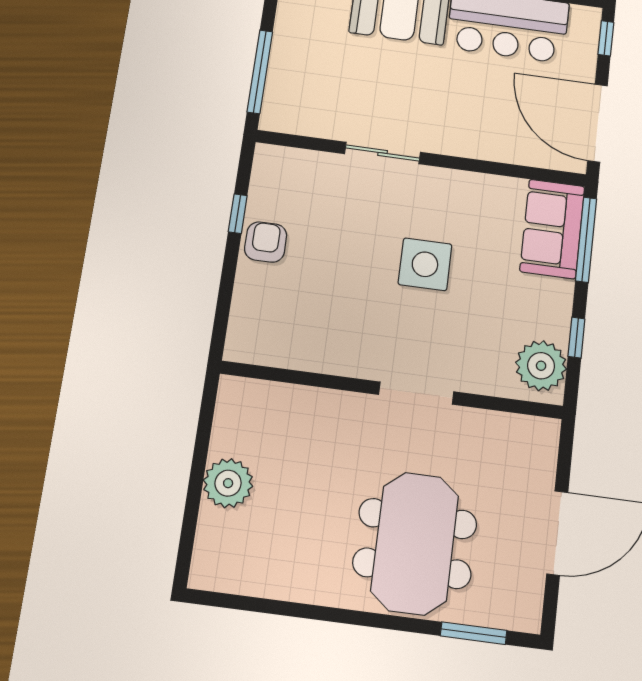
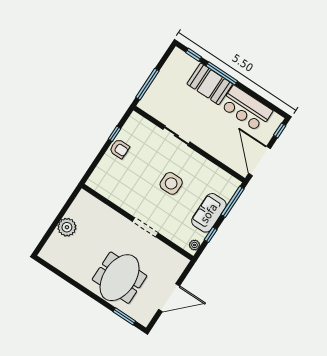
sofa: (552, 229) -> (209, 213), moved
armchair: (266, 242) -> (119, 149), turned 90
plant: (541, 366) -> (194, 245), width x0.53, depth x0.53

